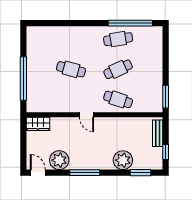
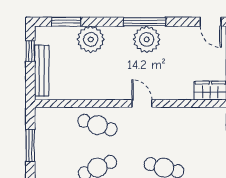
window: (166, 97) -> (30, 145), moved
bench: (158, 133) -> (42, 71), width x1.36
plant: (59, 160) -> (147, 39), moved

